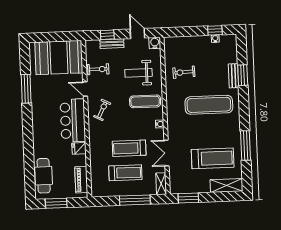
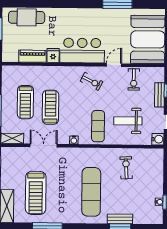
weight bench: (139, 73) -> (128, 121), turned -90
piano: (81, 180) -> (33, 56), moved

